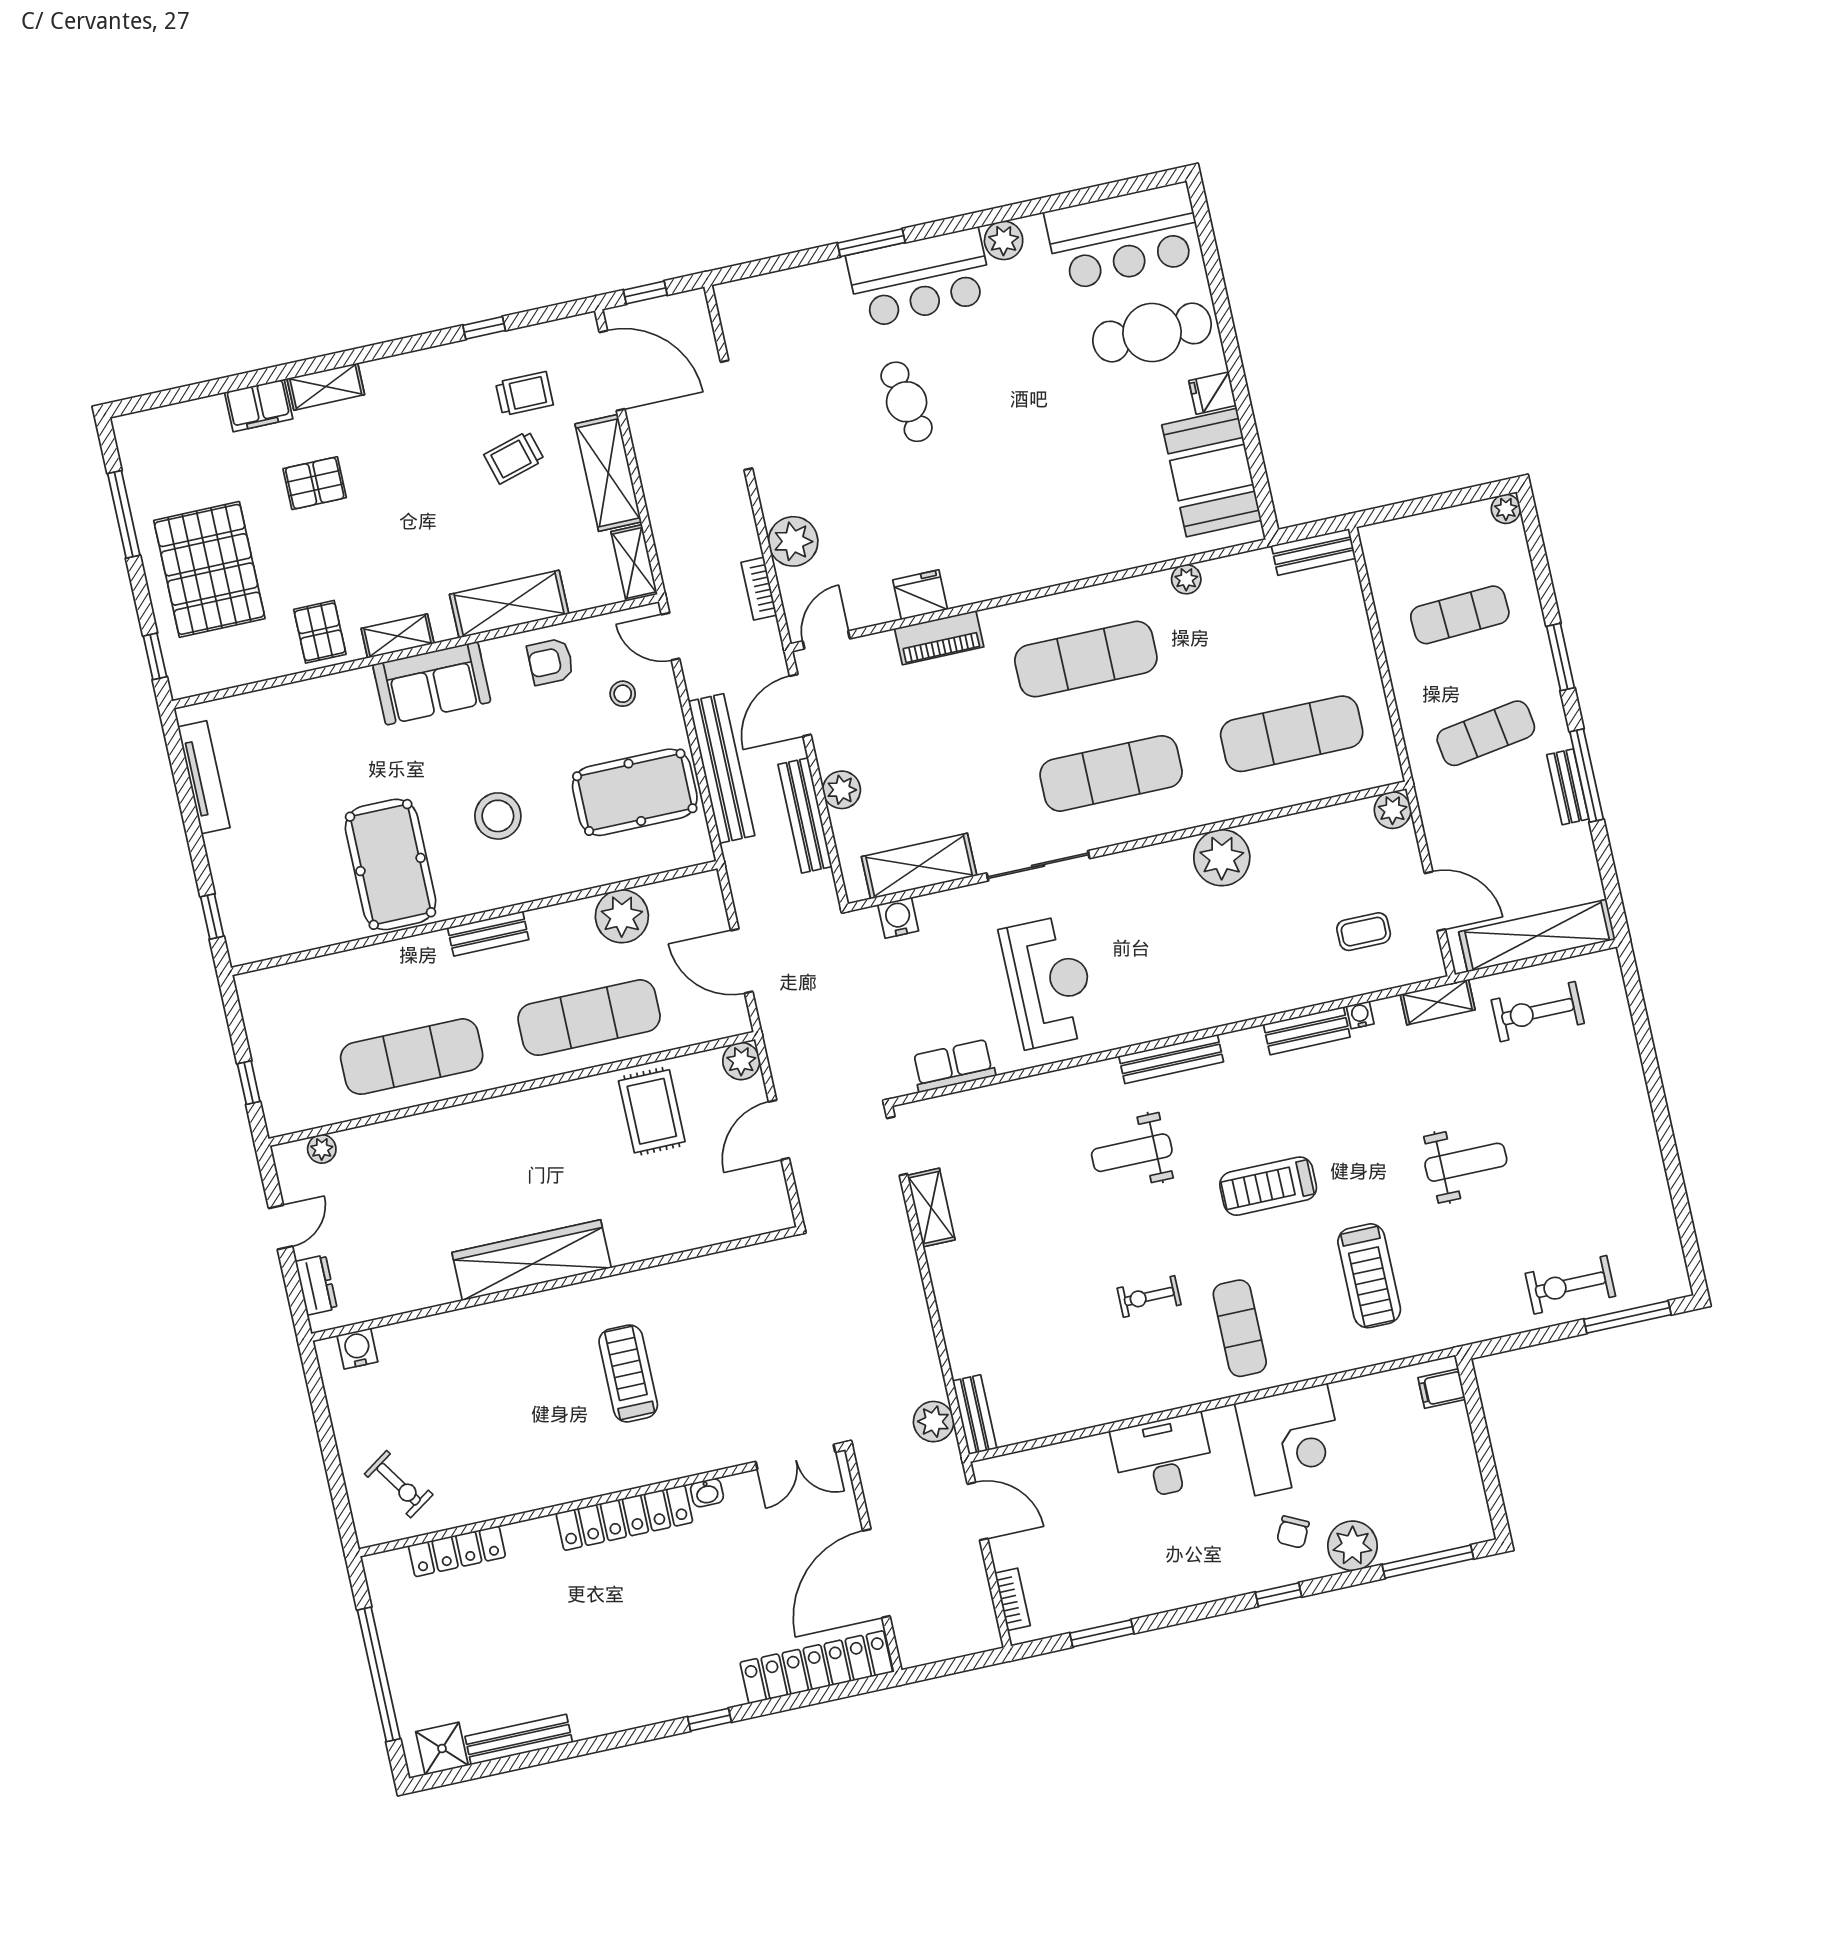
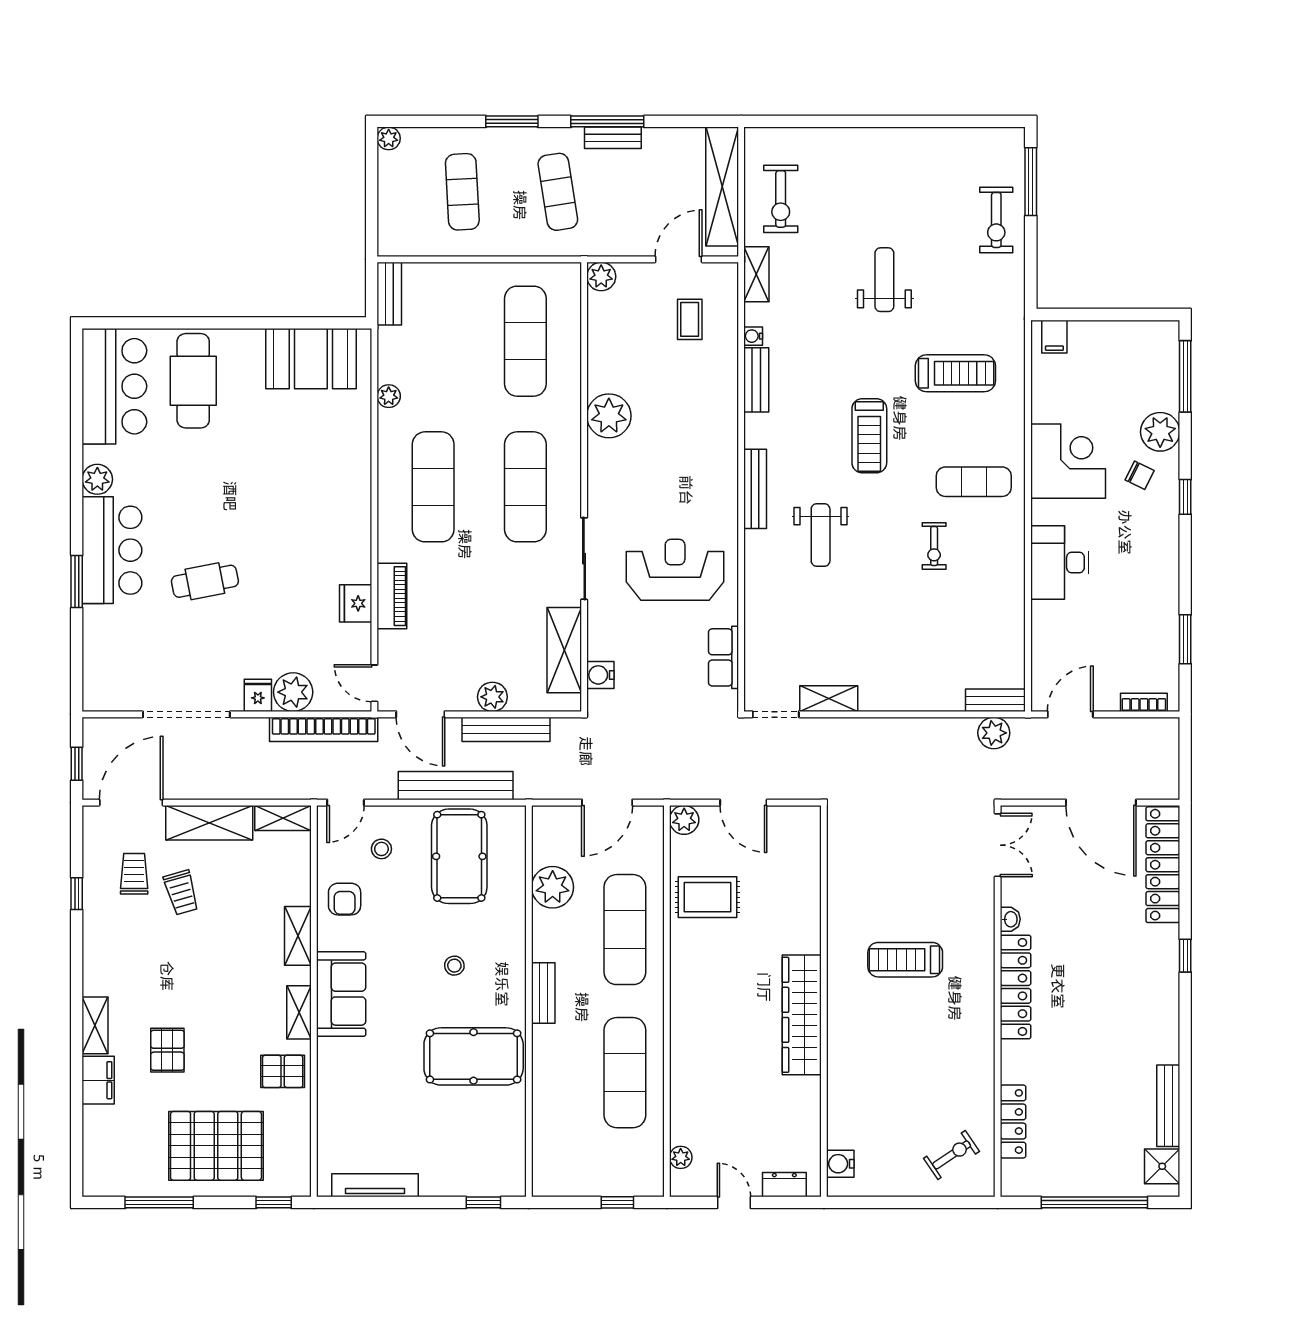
fridge: (1213, 393) -> (258, 695), moved, turned 180
bookcase: (759, 589) -> (324, 729), width x2.31, depth x1.31
shelving: (509, 604) -> (298, 936), width x0.67, depth x0.75
stool: (498, 816) -> (454, 966), width x0.53, depth x0.53

